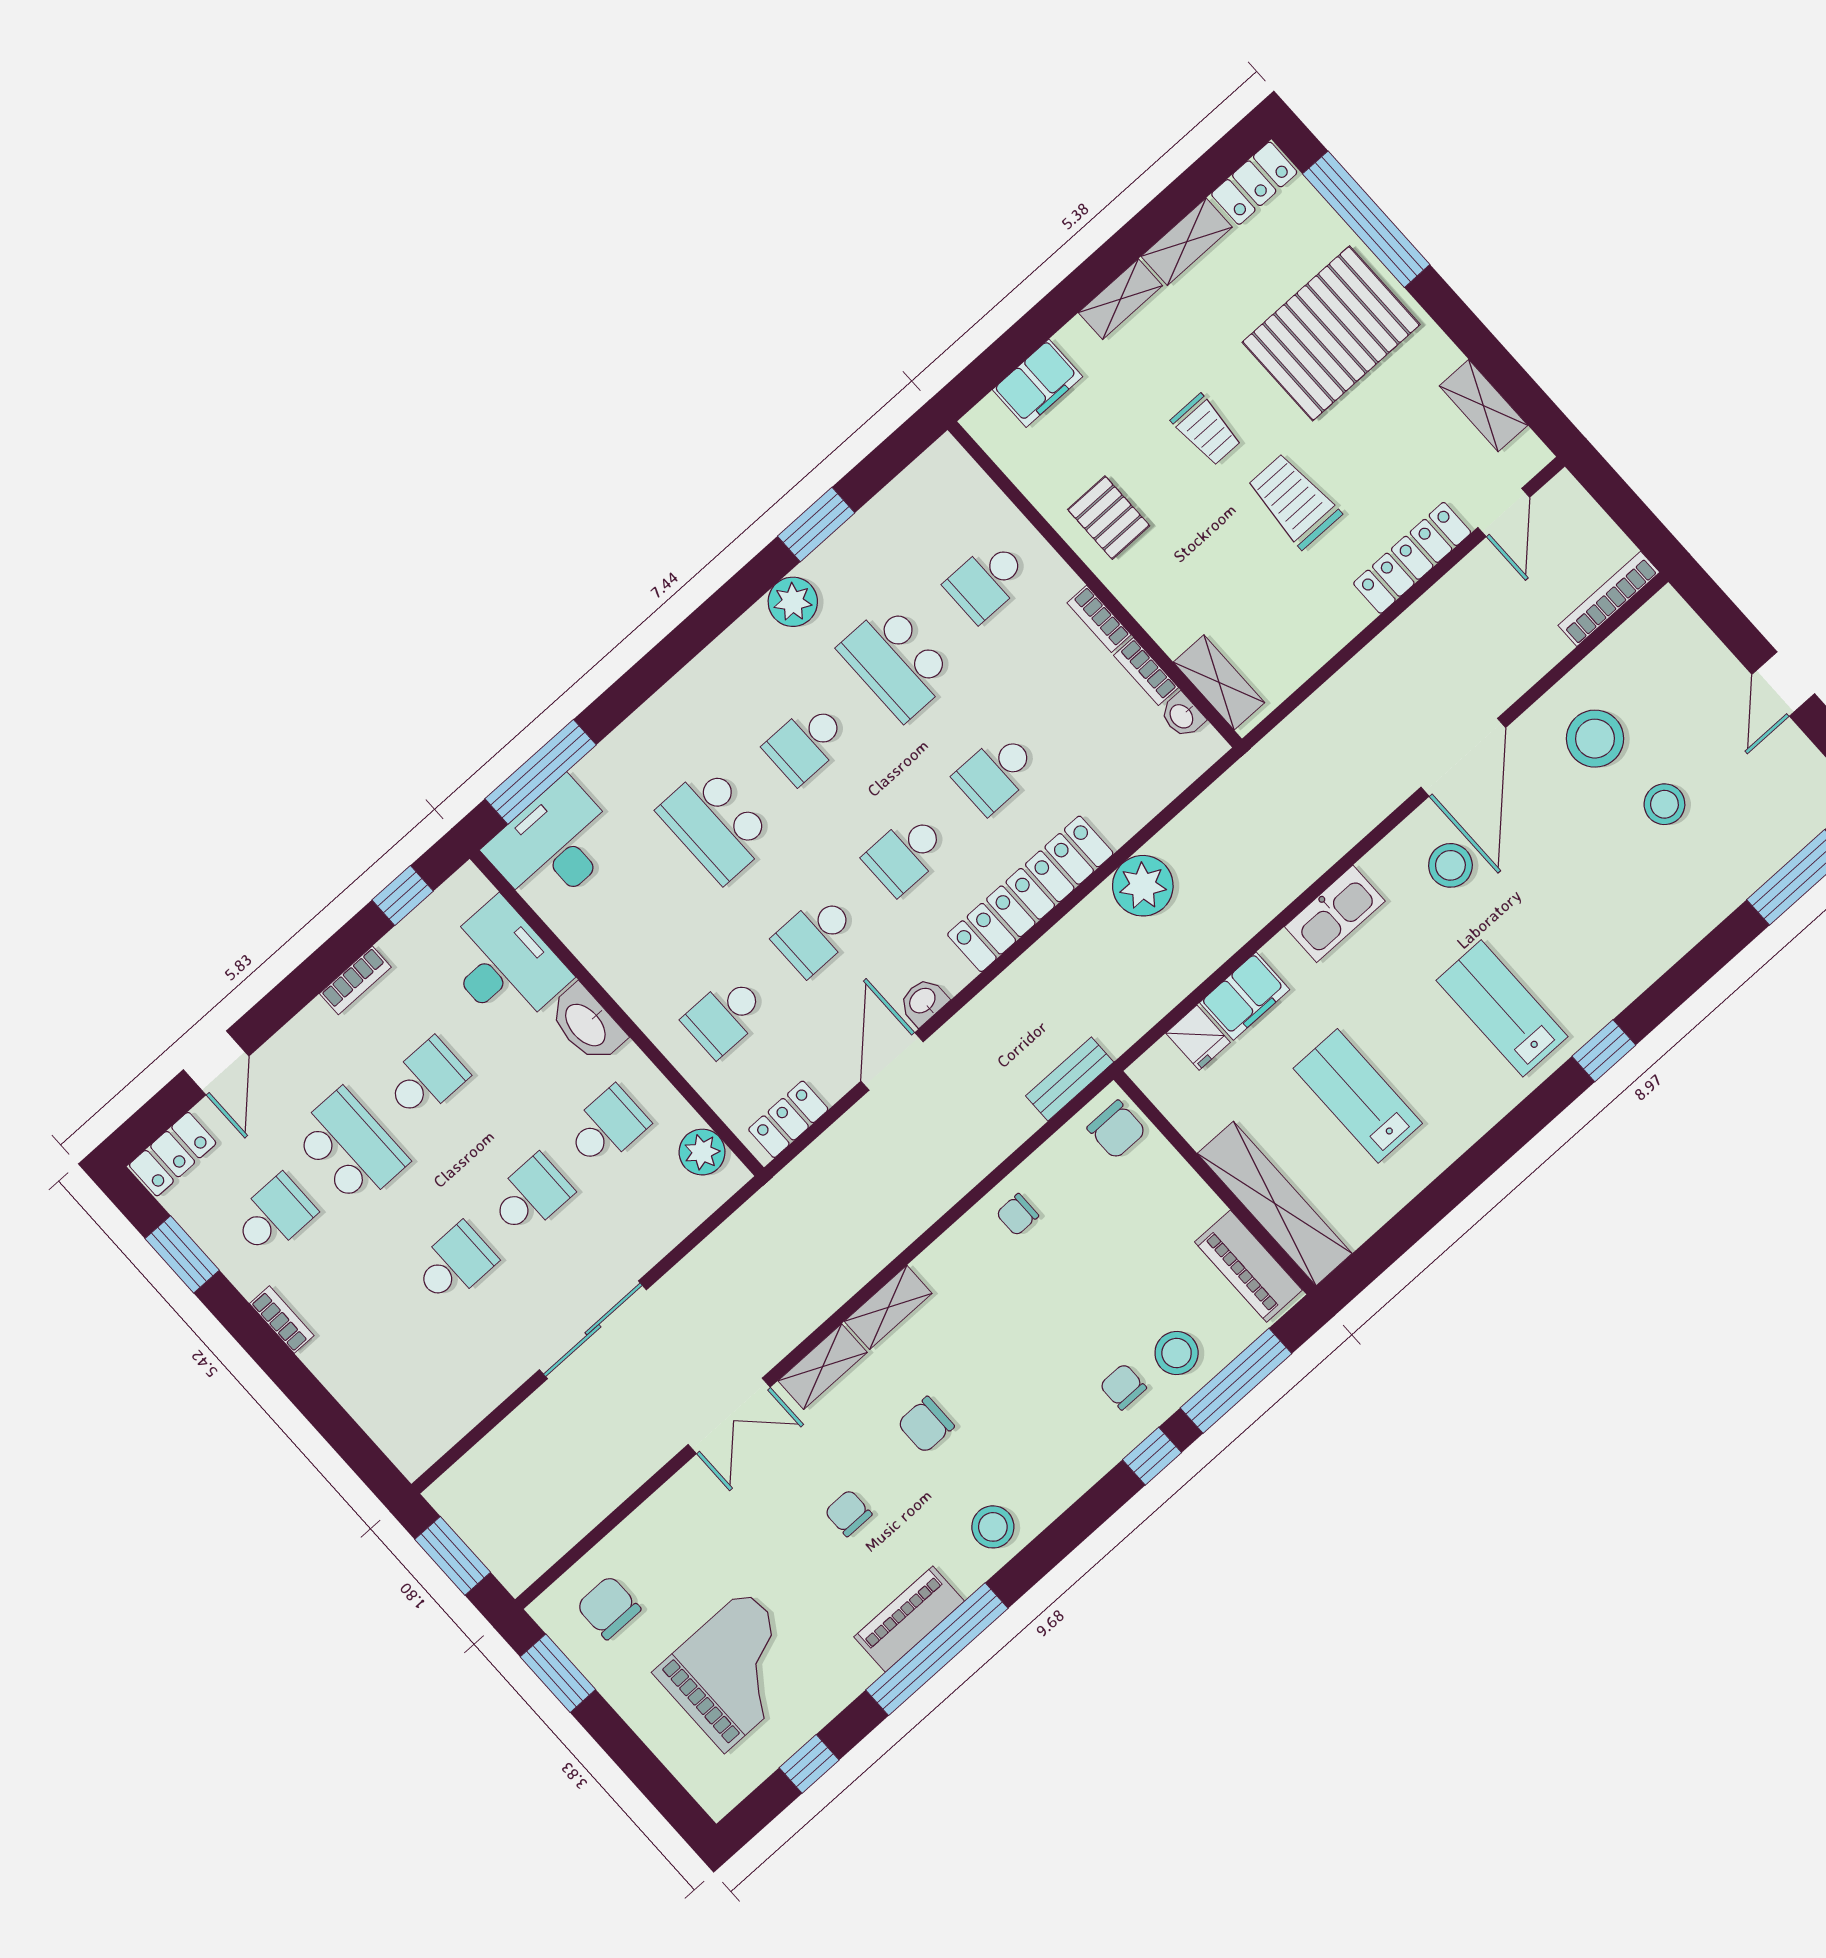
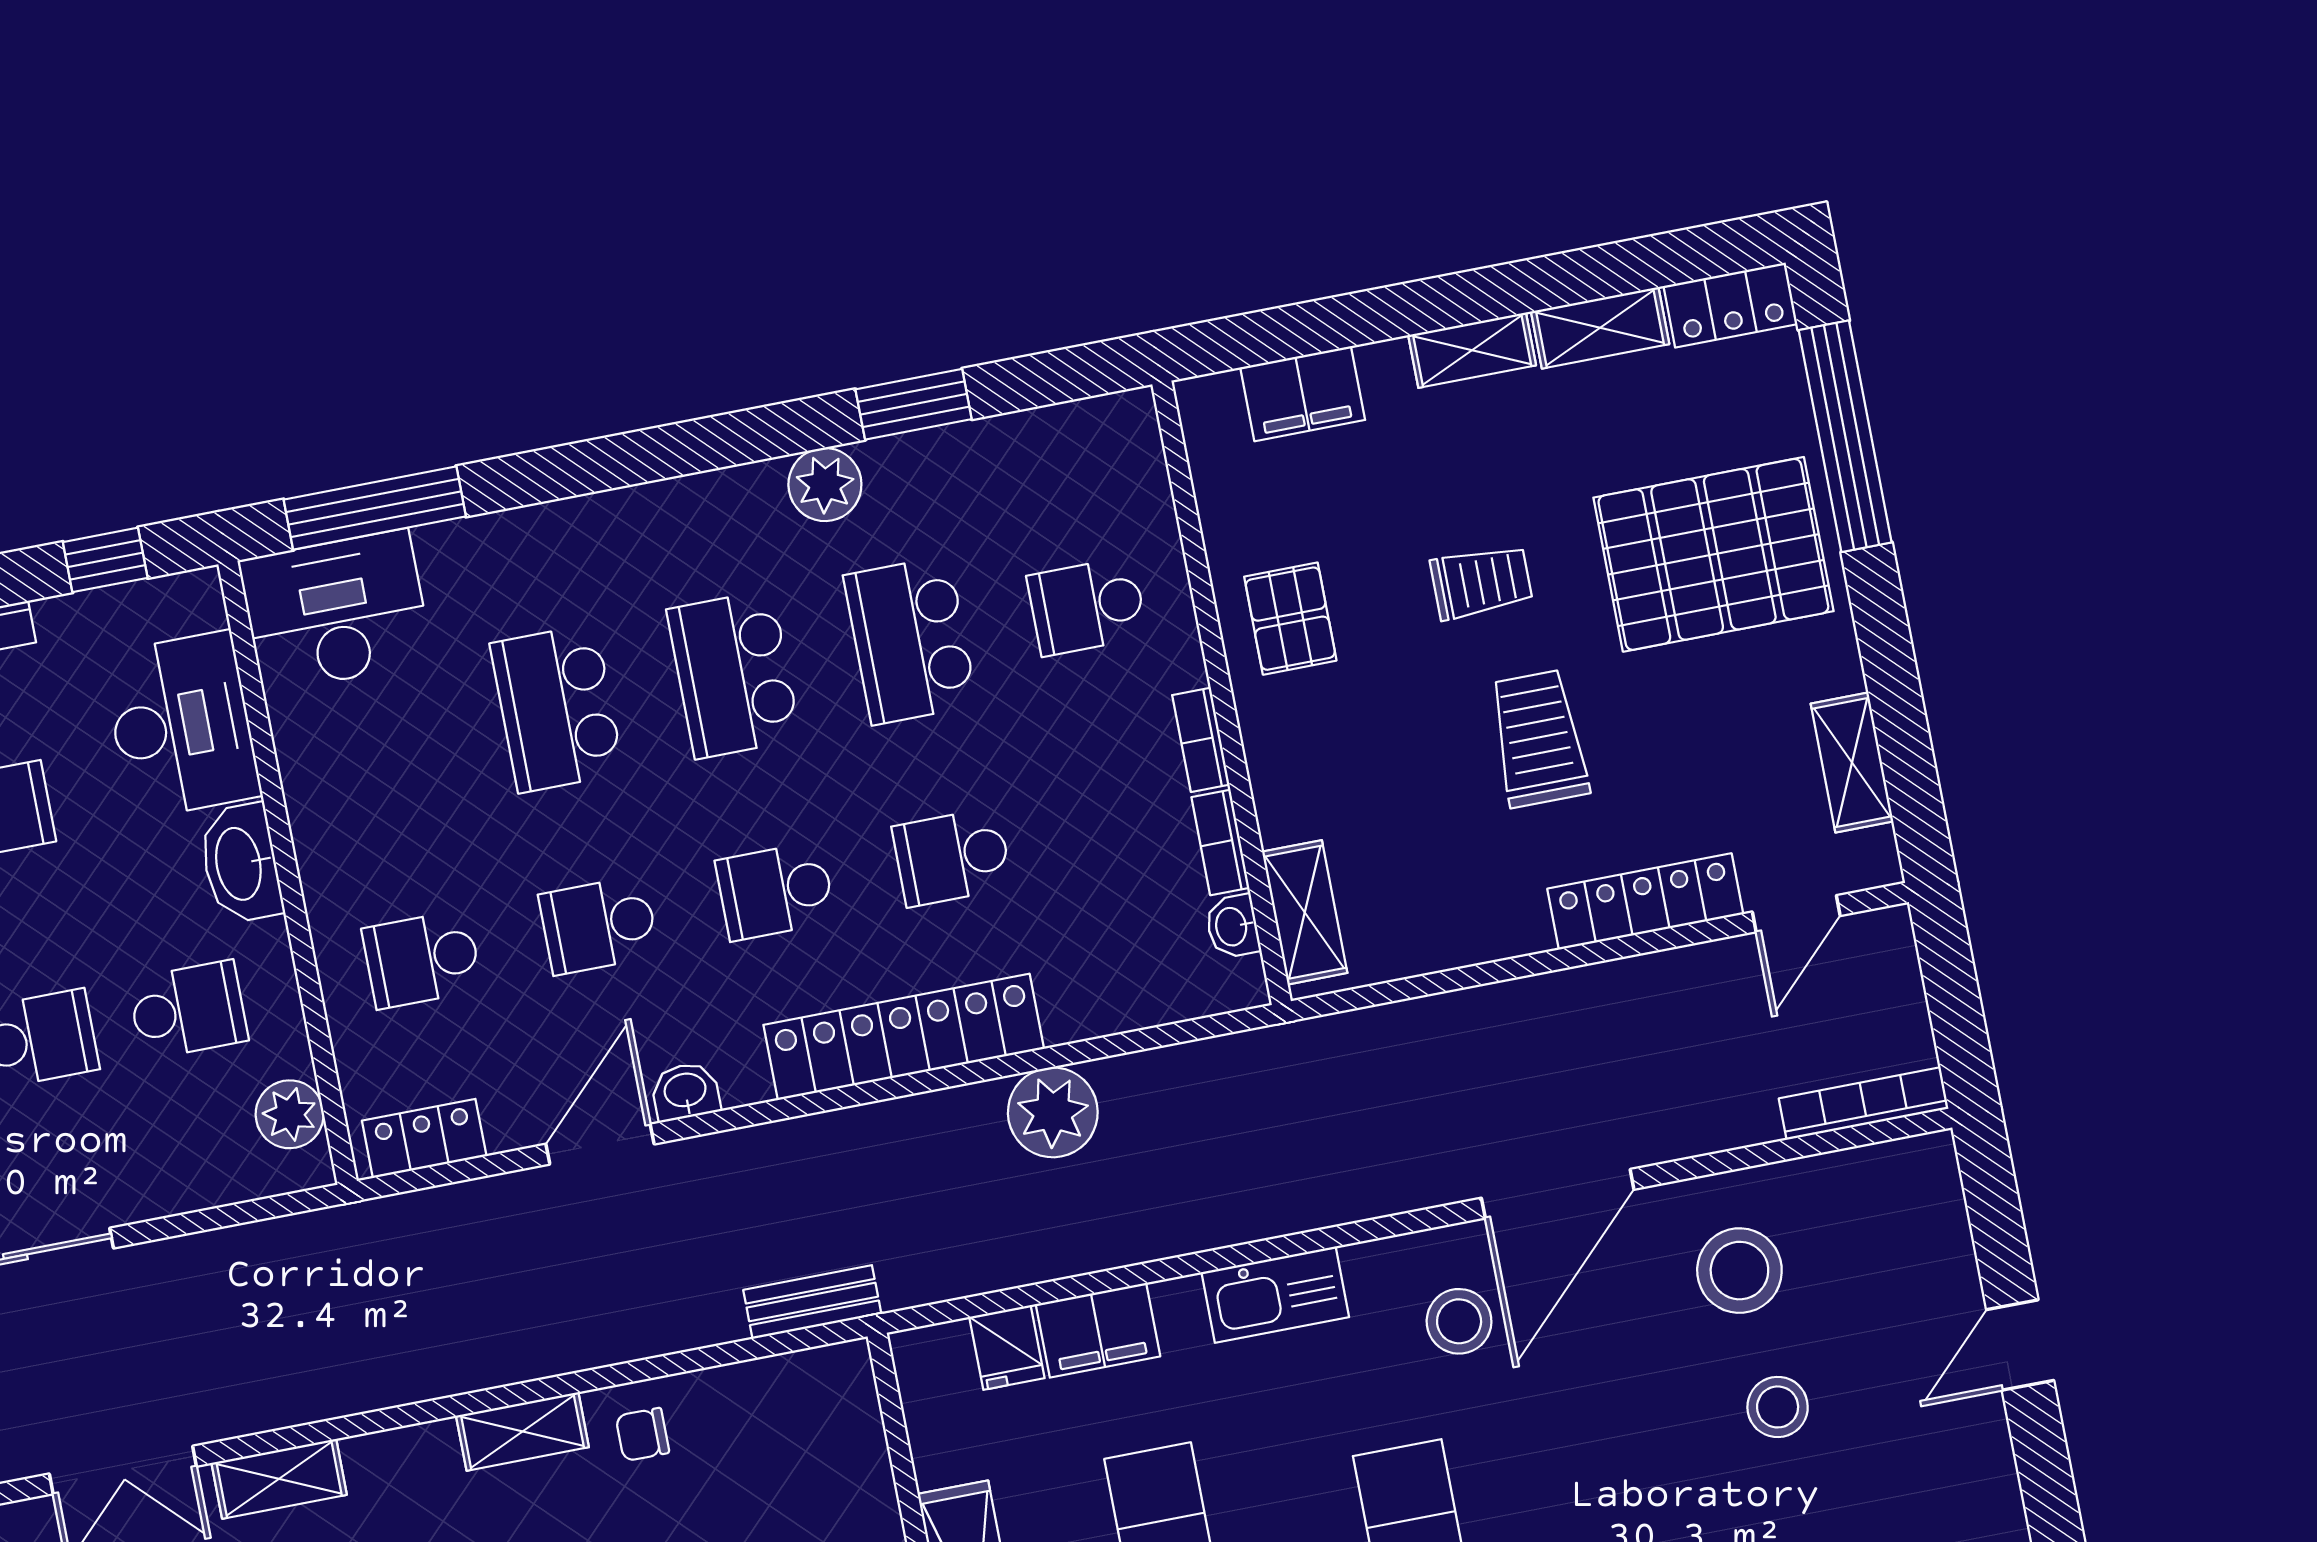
trolley: (1206, 430) -> (1481, 582), turned -90
school desk: (806, 743) -> (734, 674), width x1.85
chair: (1117, 1130) -> (833, 1402), removed
shelving: (888, 1307) -> (522, 1431), moved

